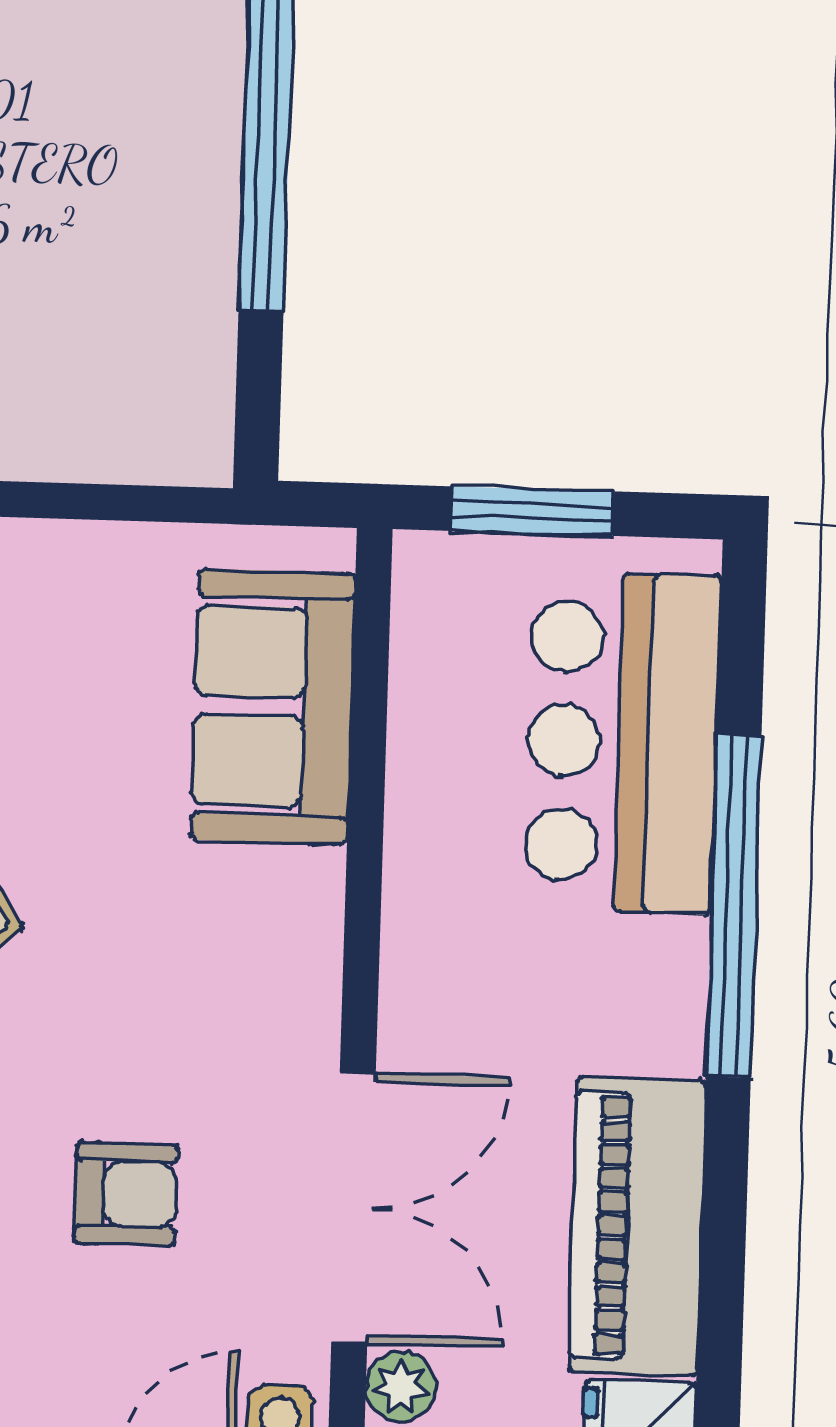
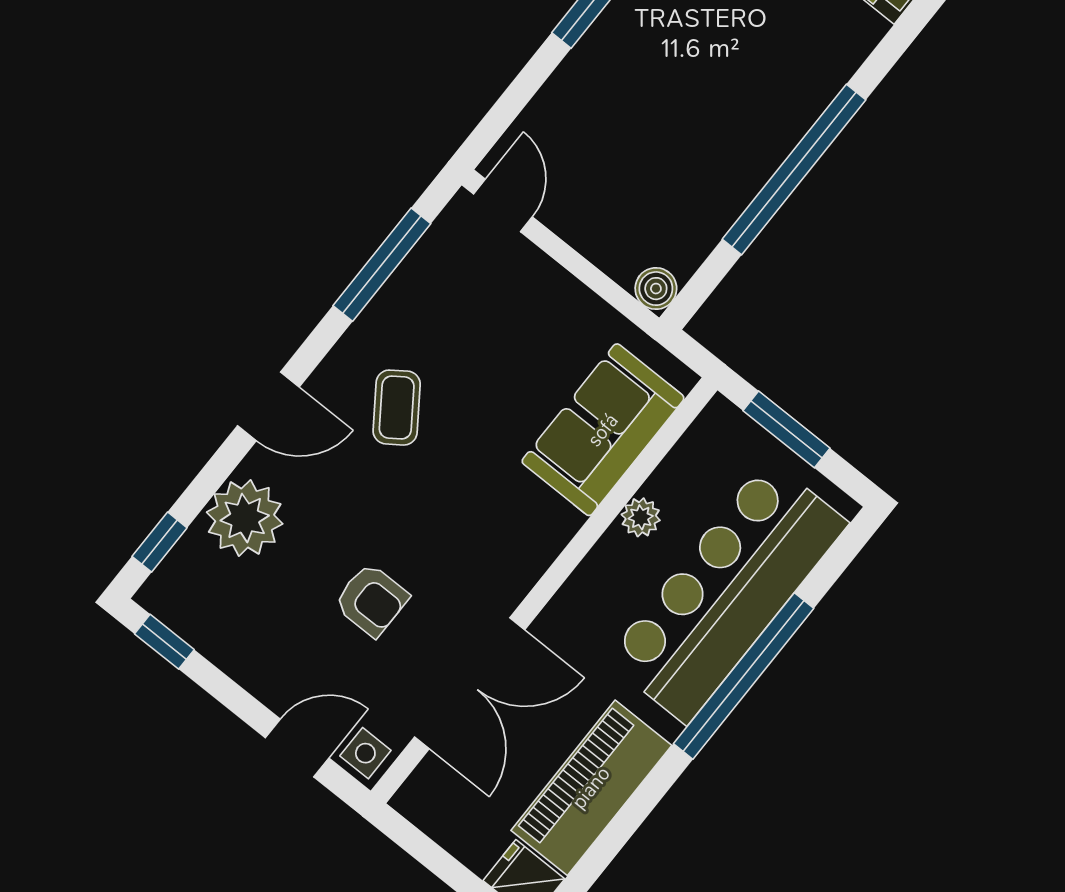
boiler: (198, 450) -> (656, 289), added
bar counter: (622, 742) -> (727, 591), width x1.36
plant: (401, 1387) -> (641, 517), moved

